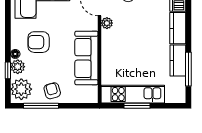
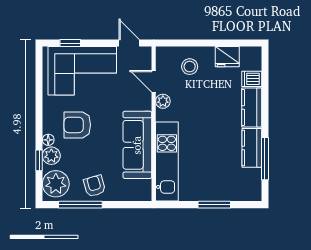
kitchen unit: (133, 94) -> (167, 162), moved, turned 90
window: (137, 106) -> (214, 205), moved

